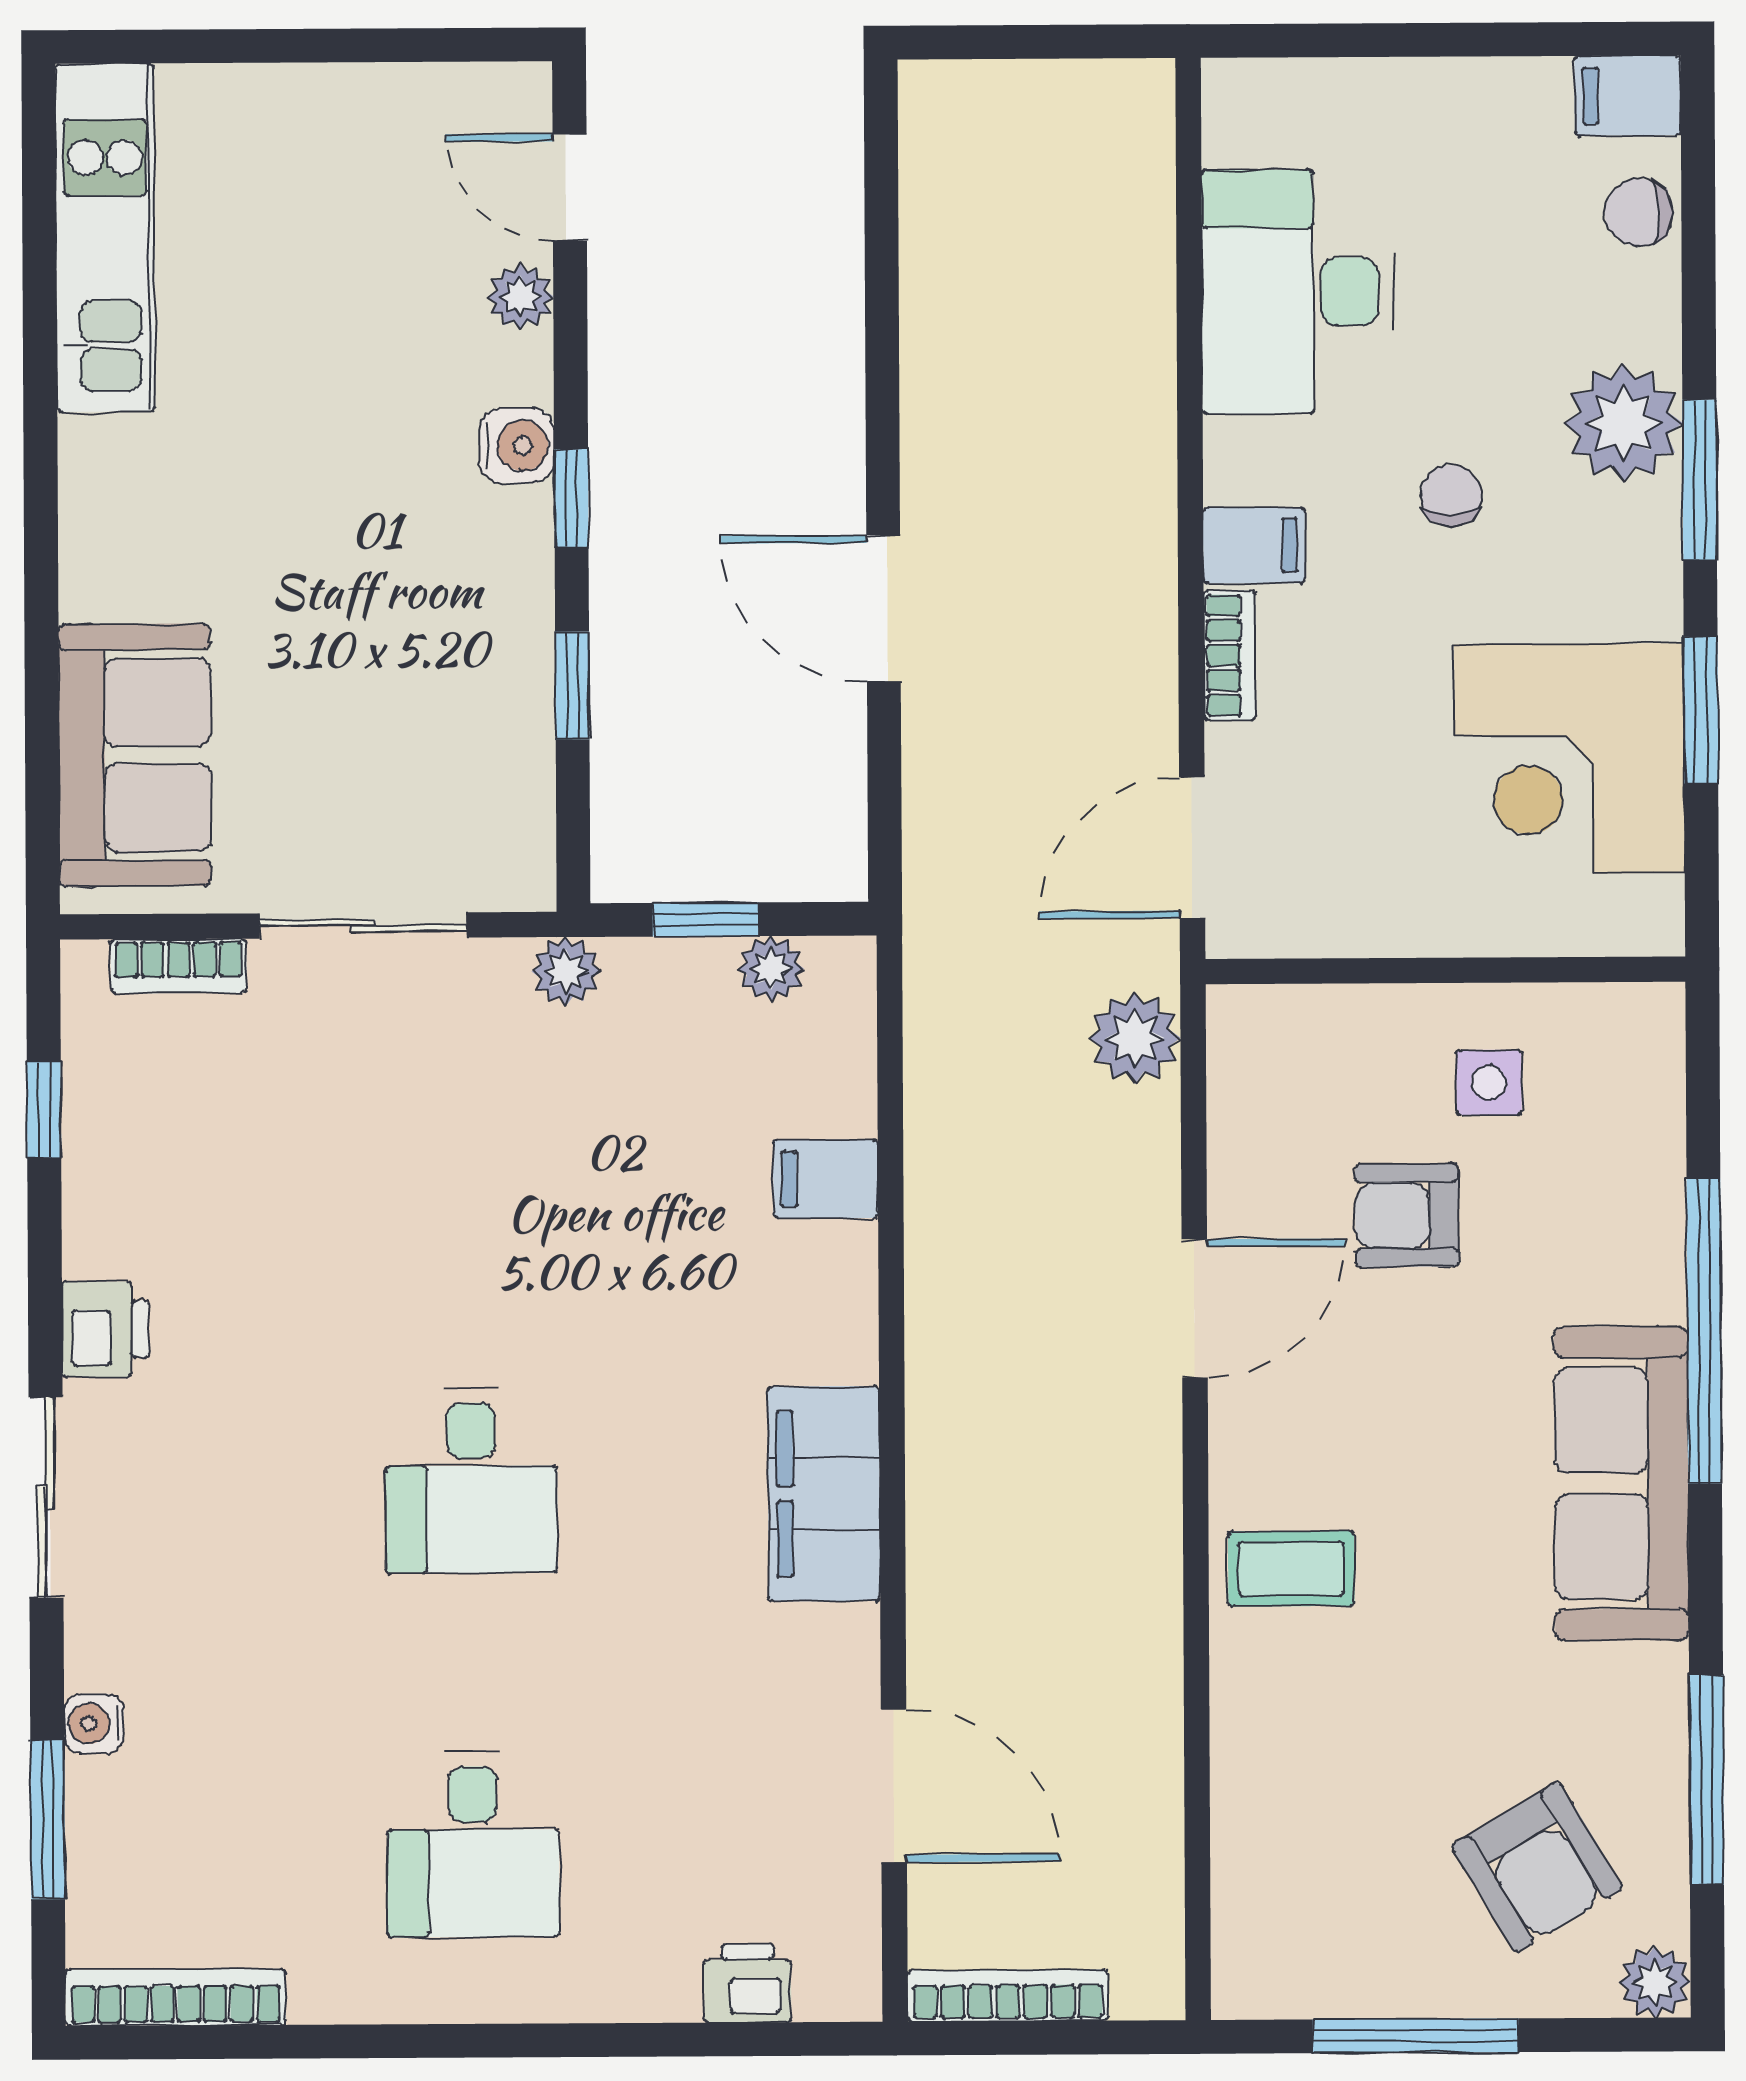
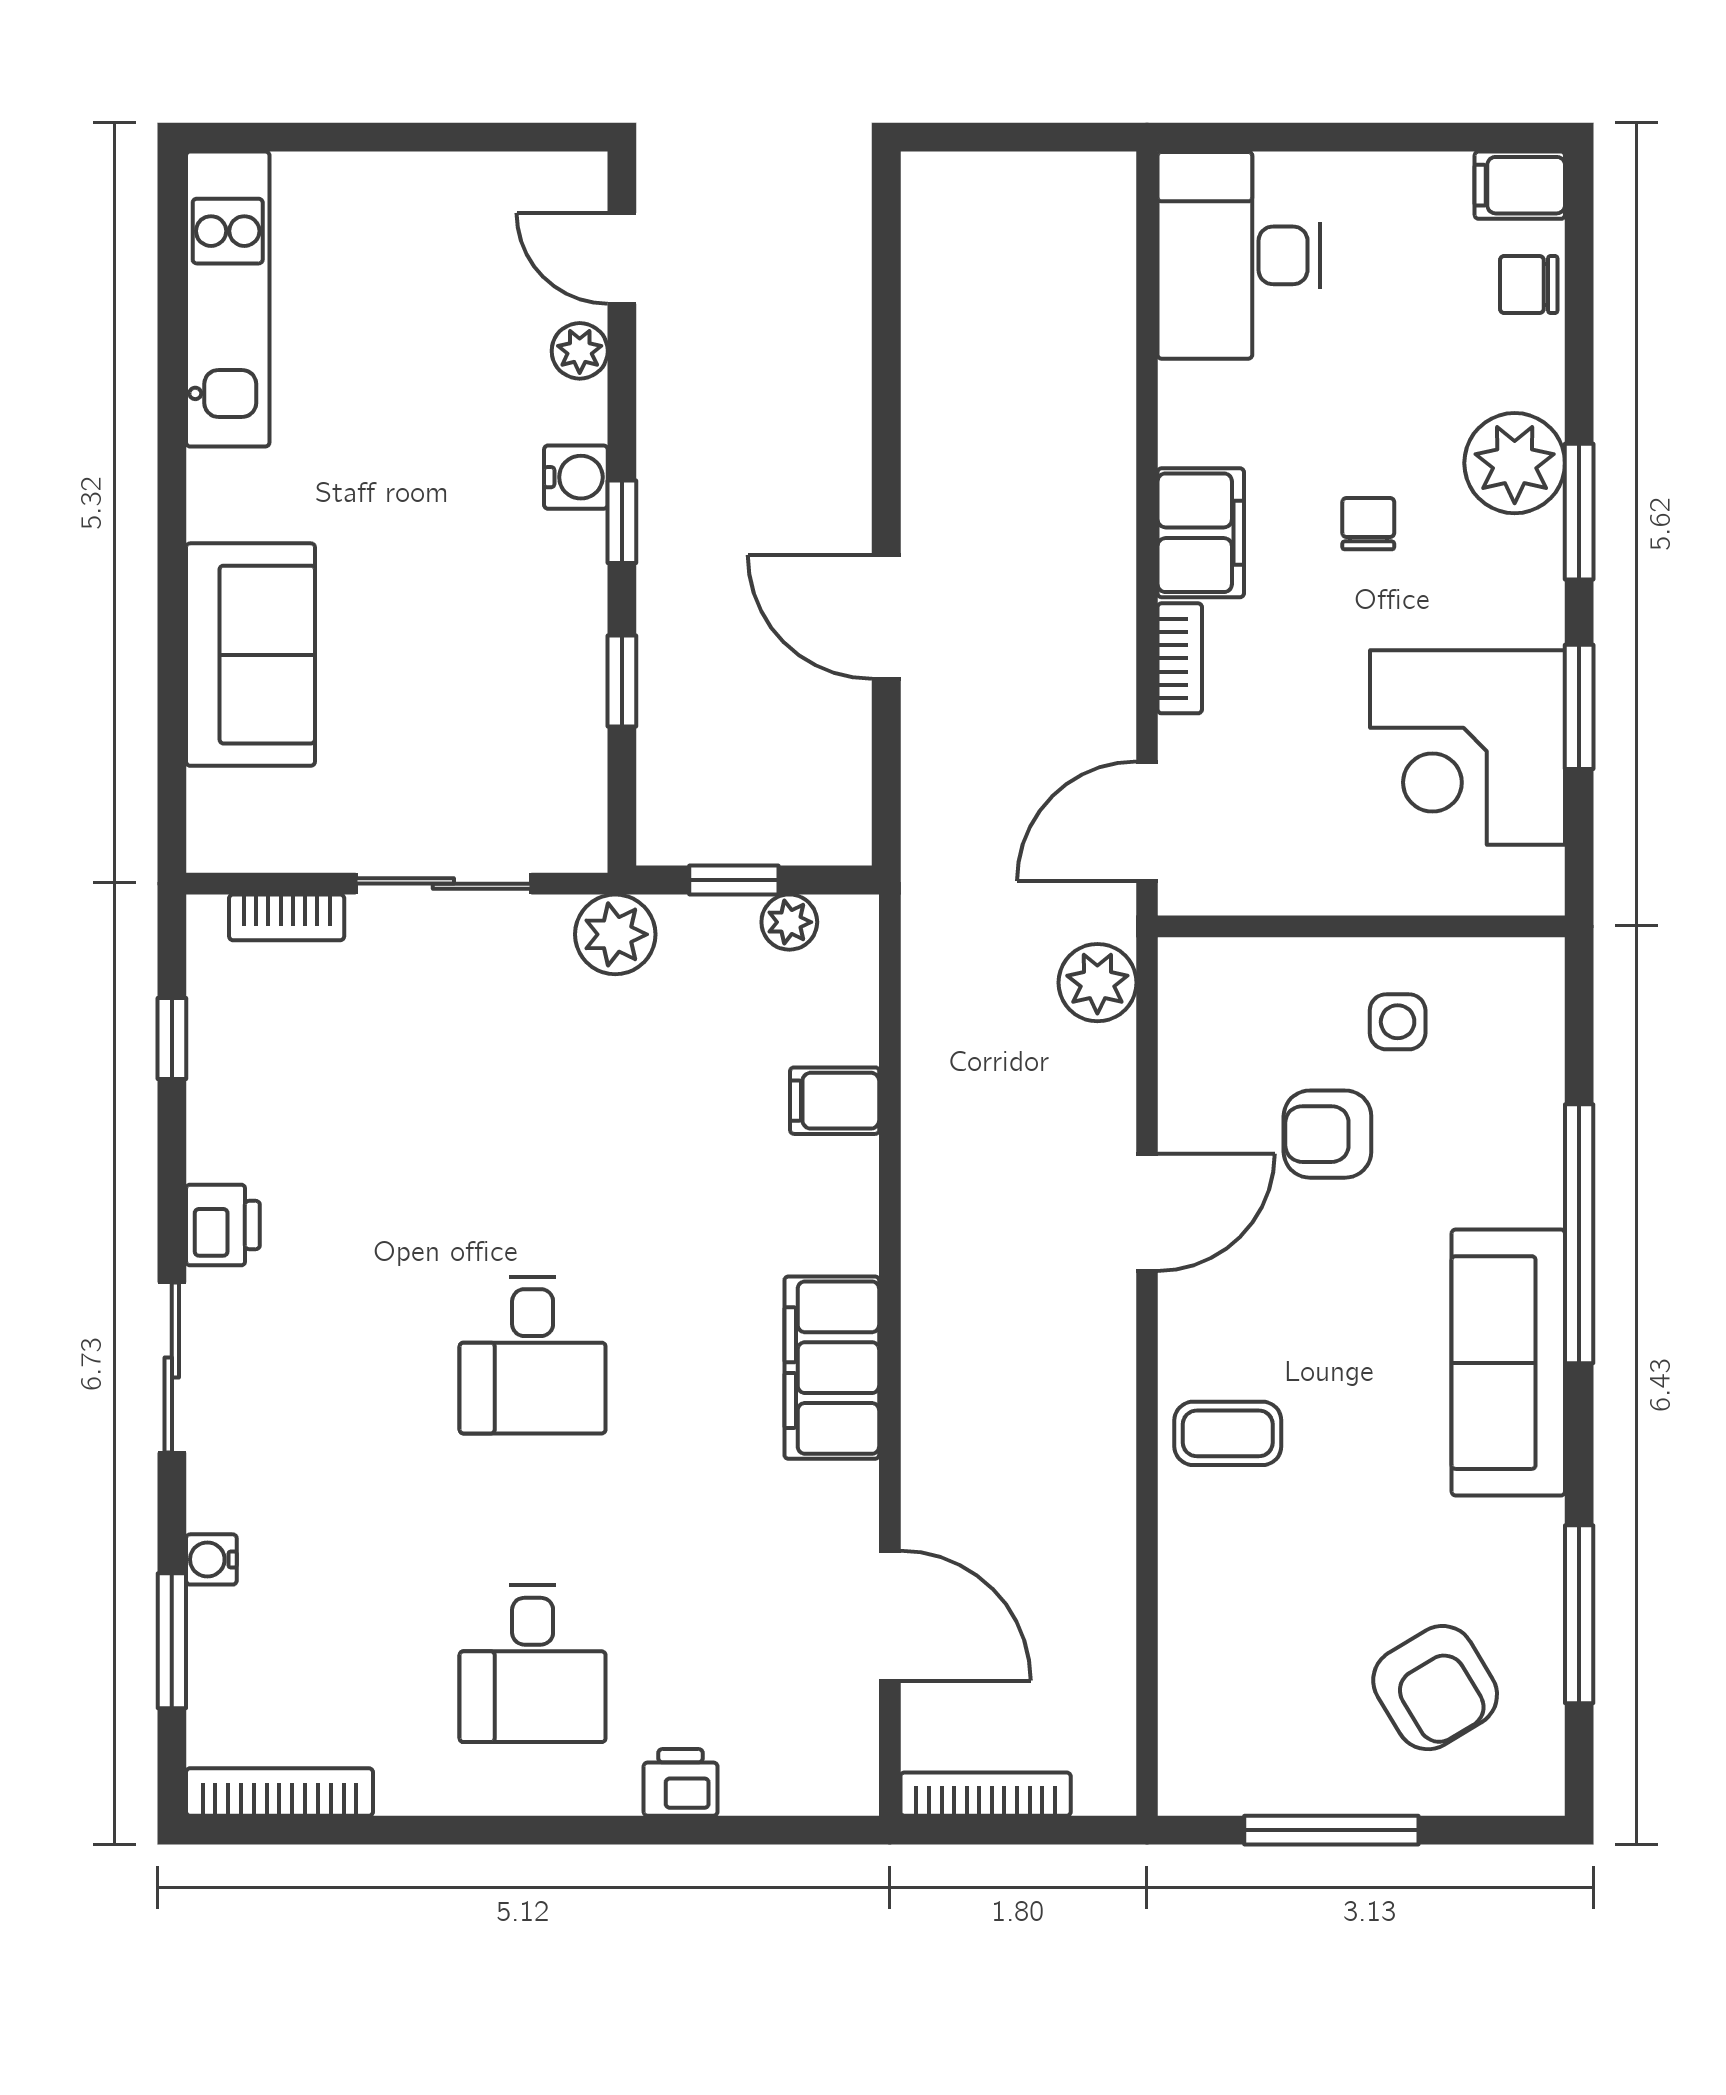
desk: (1298, 292) -> (1239, 255), moved
filing cabinet: (1254, 545) -> (1201, 533), width x2.00
sofa: (135, 755) -> (250, 655), moved
plant: (566, 971) -> (615, 934), width x1.38, depth x1.38
plant: (1655, 1982) -> (1535, 1786), removed
printer: (748, 1983) -> (681, 1782), moved

